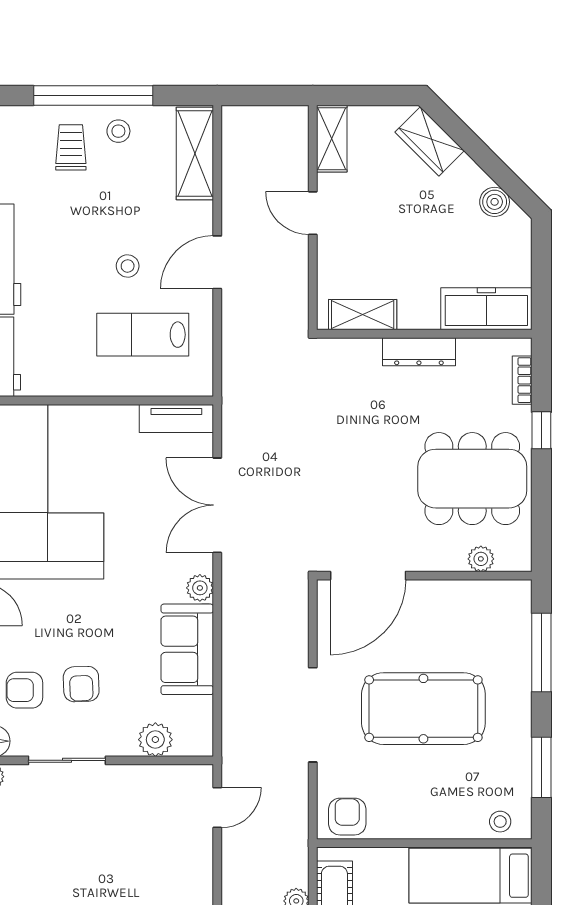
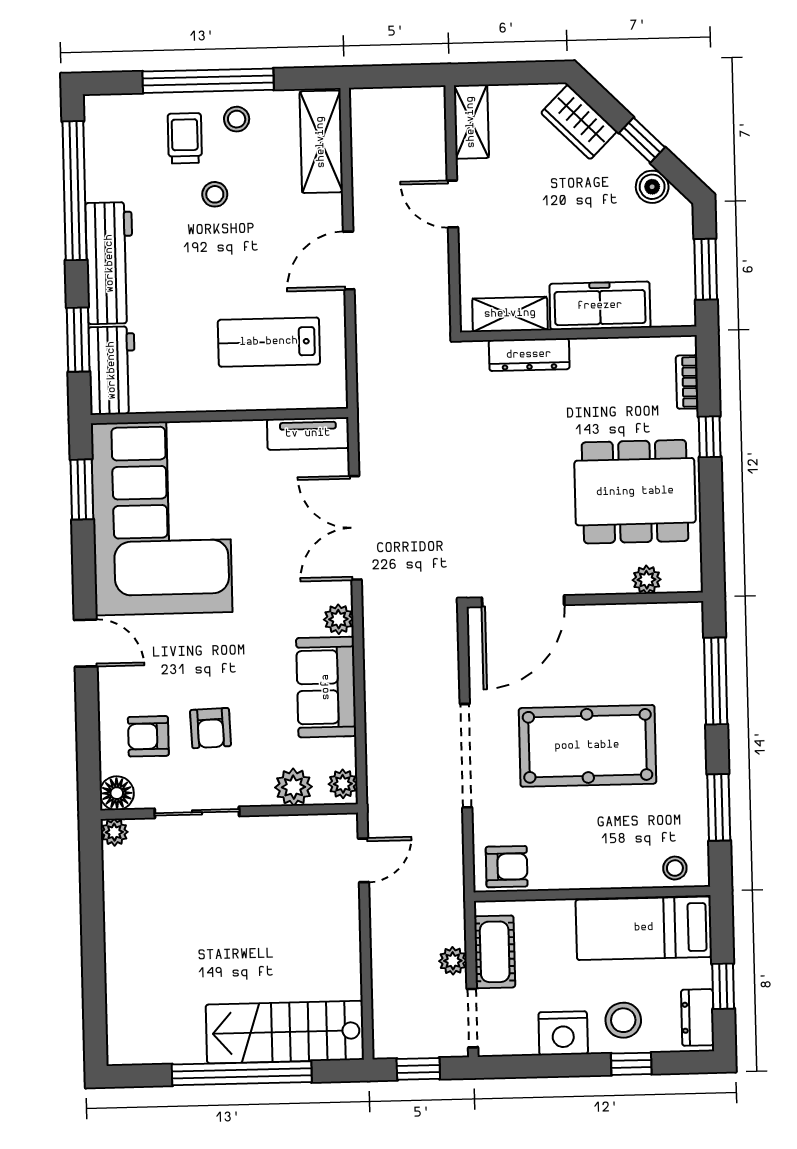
window: (486, 159) -> (642, 140), added
stool: (128, 266) -> (215, 194), moved
window: (541, 278) -> (706, 269), added
freezer: (486, 309) -> (600, 306), moved
dresser: (419, 352) -> (529, 355), moved
plant: (200, 738) -> (343, 784), added
armchair: (347, 817) -> (507, 867), turned 90

